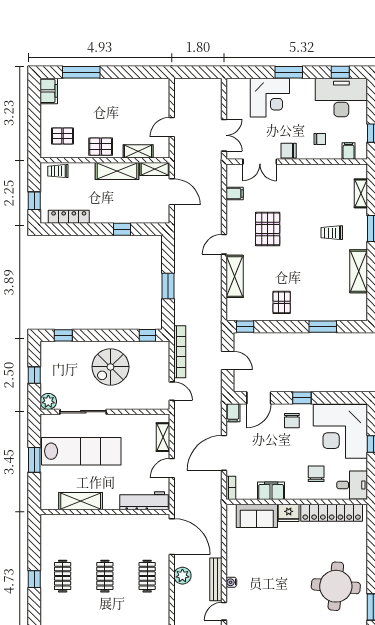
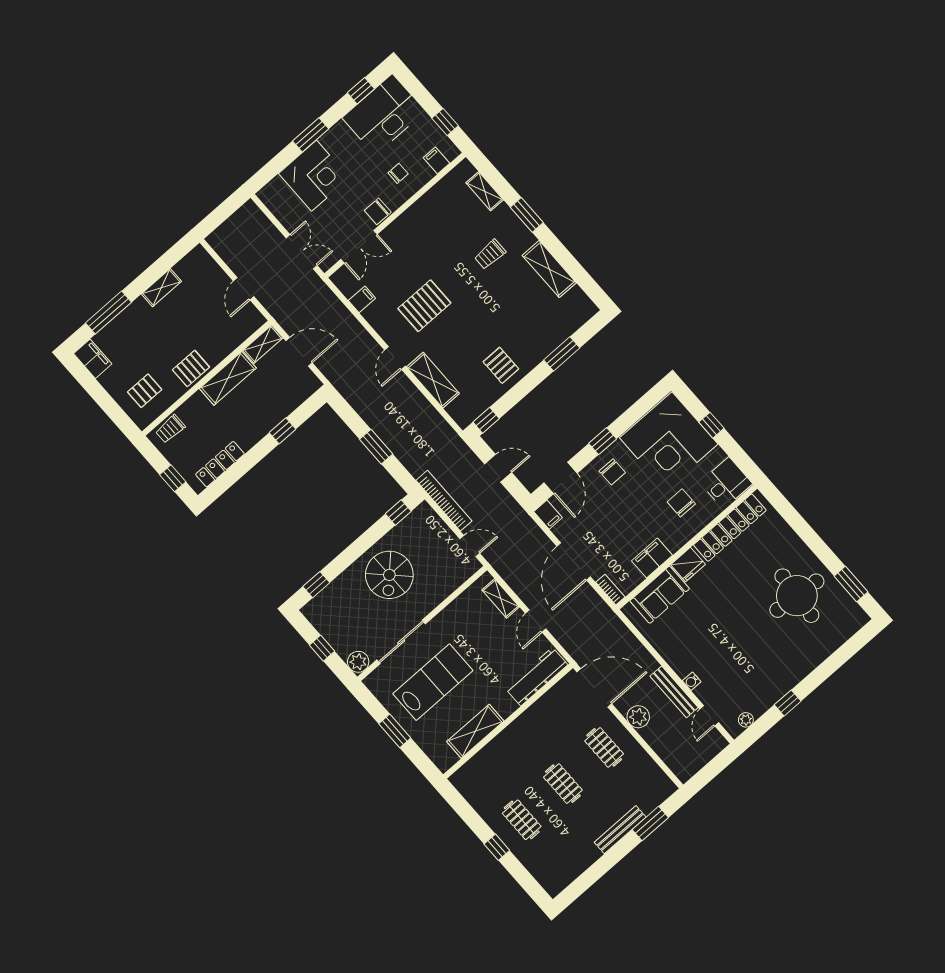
shelving: (138, 151) -> (161, 288), moved
pallet: (268, 229) -> (424, 306), turned 90
lab bench: (81, 451) -> (433, 682), width x0.73

